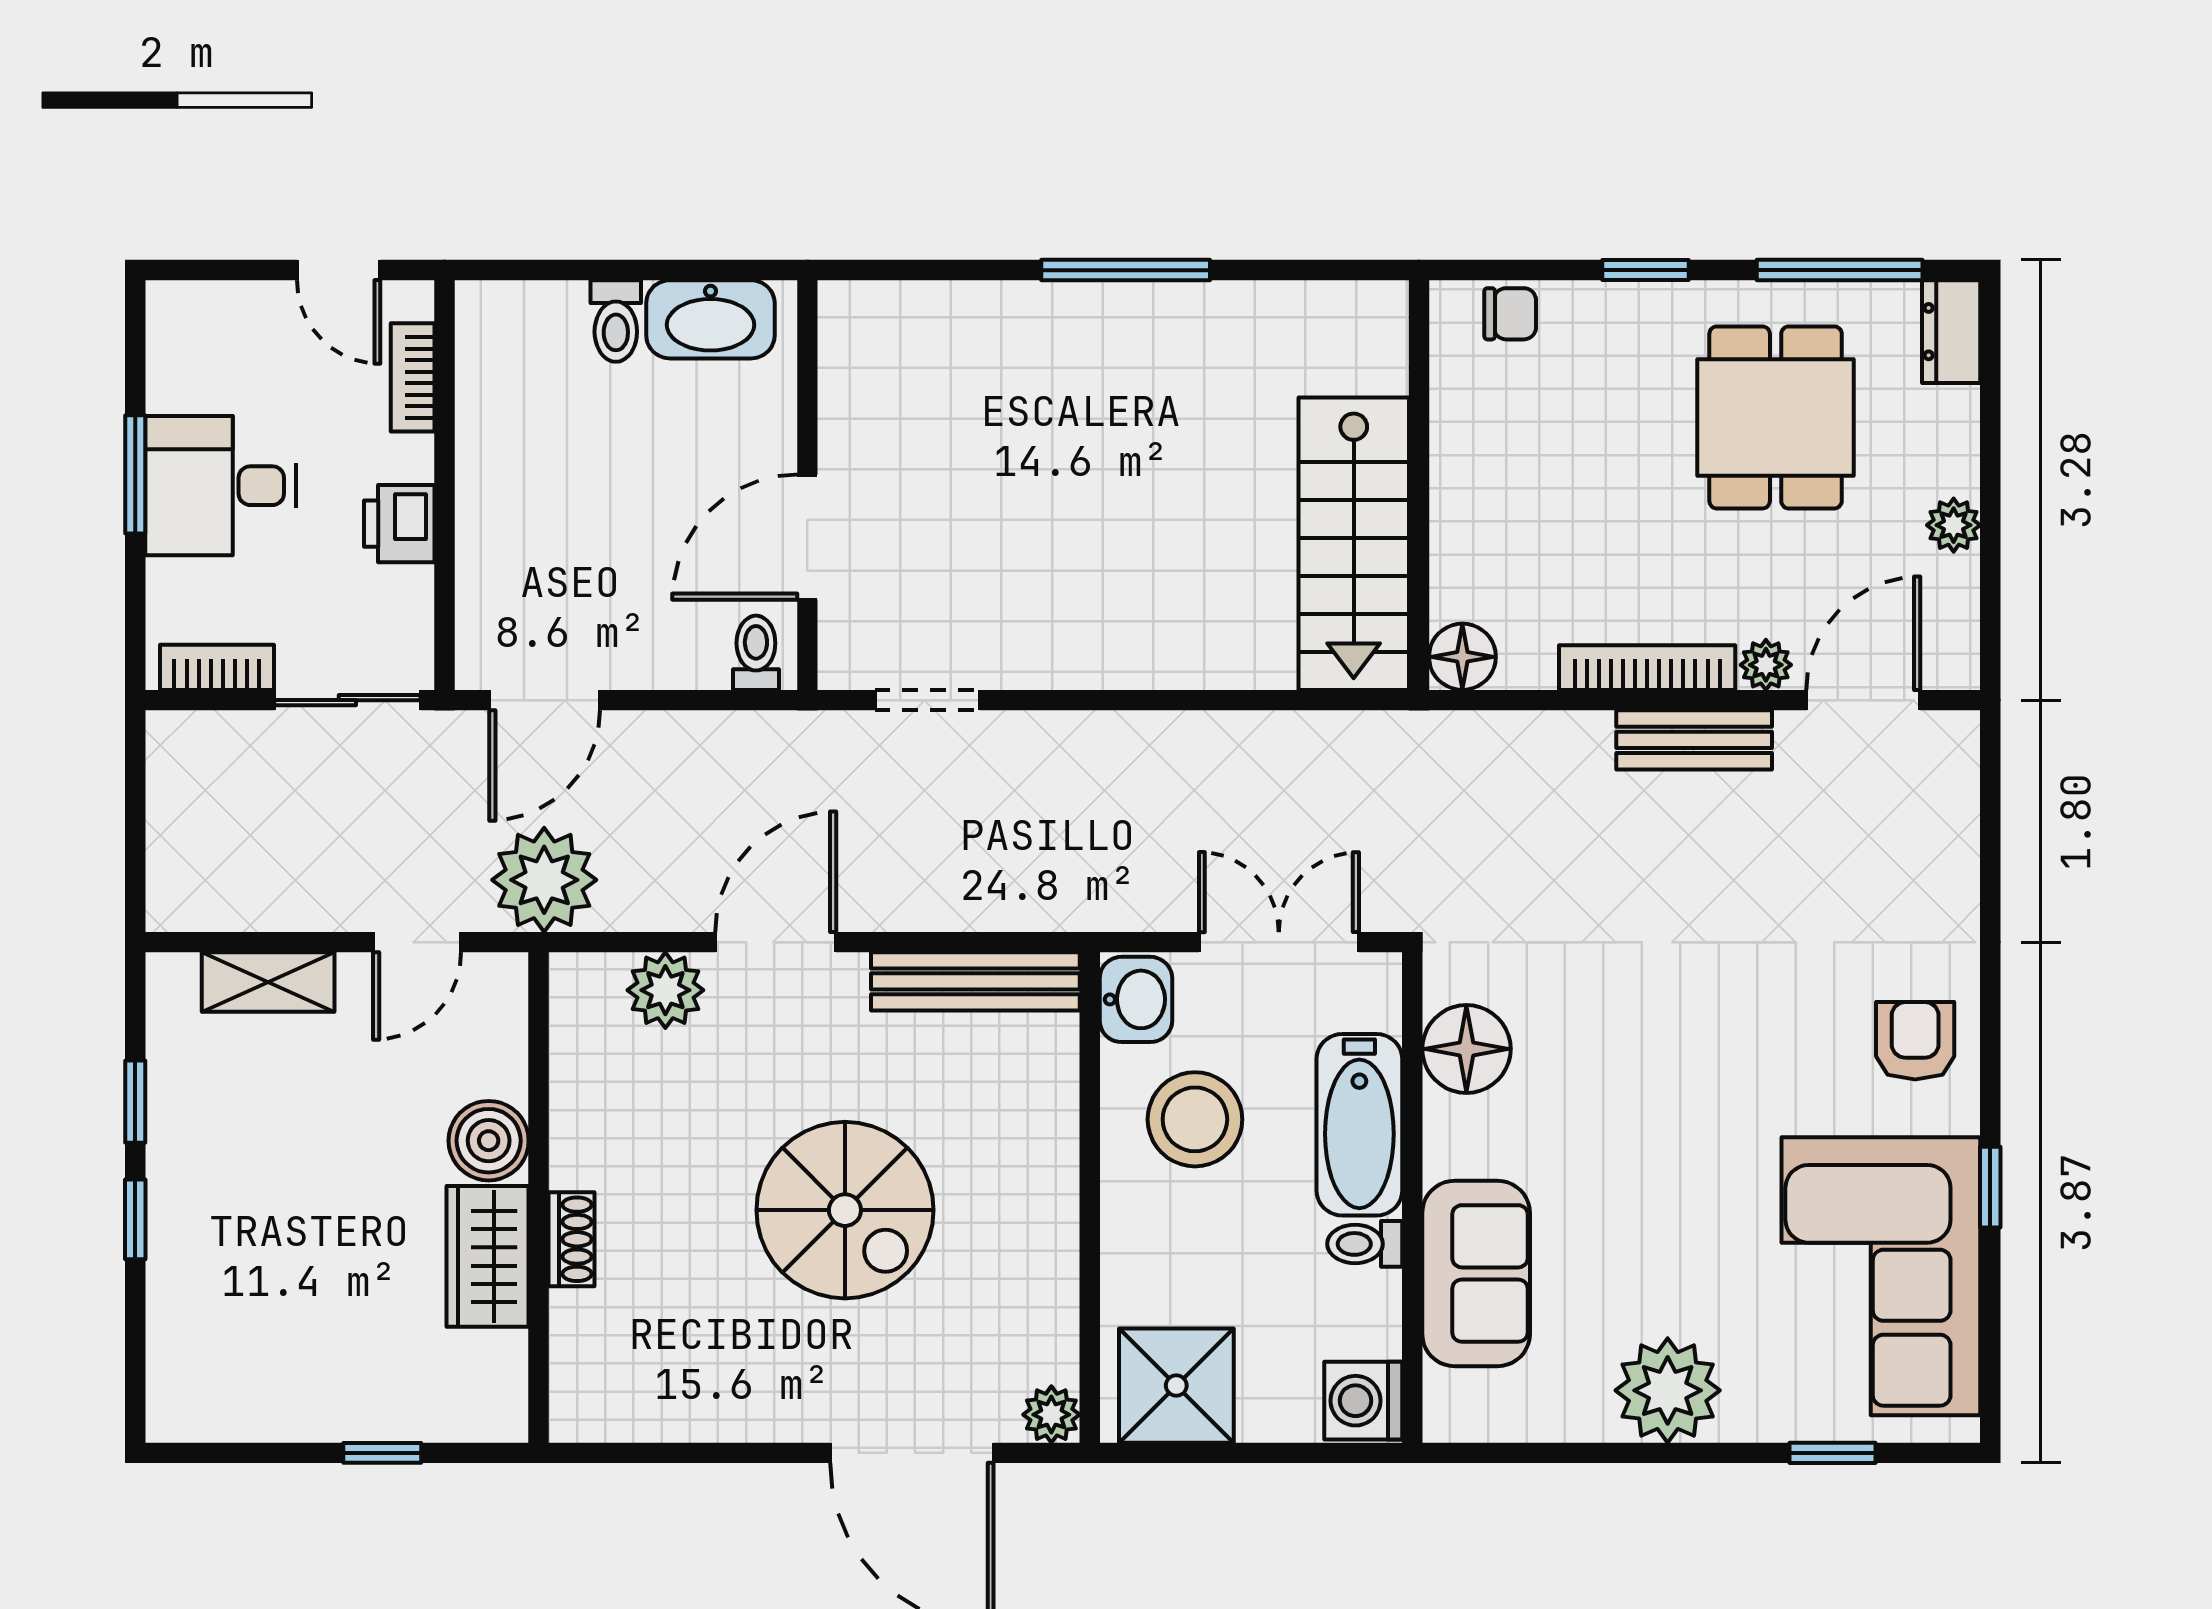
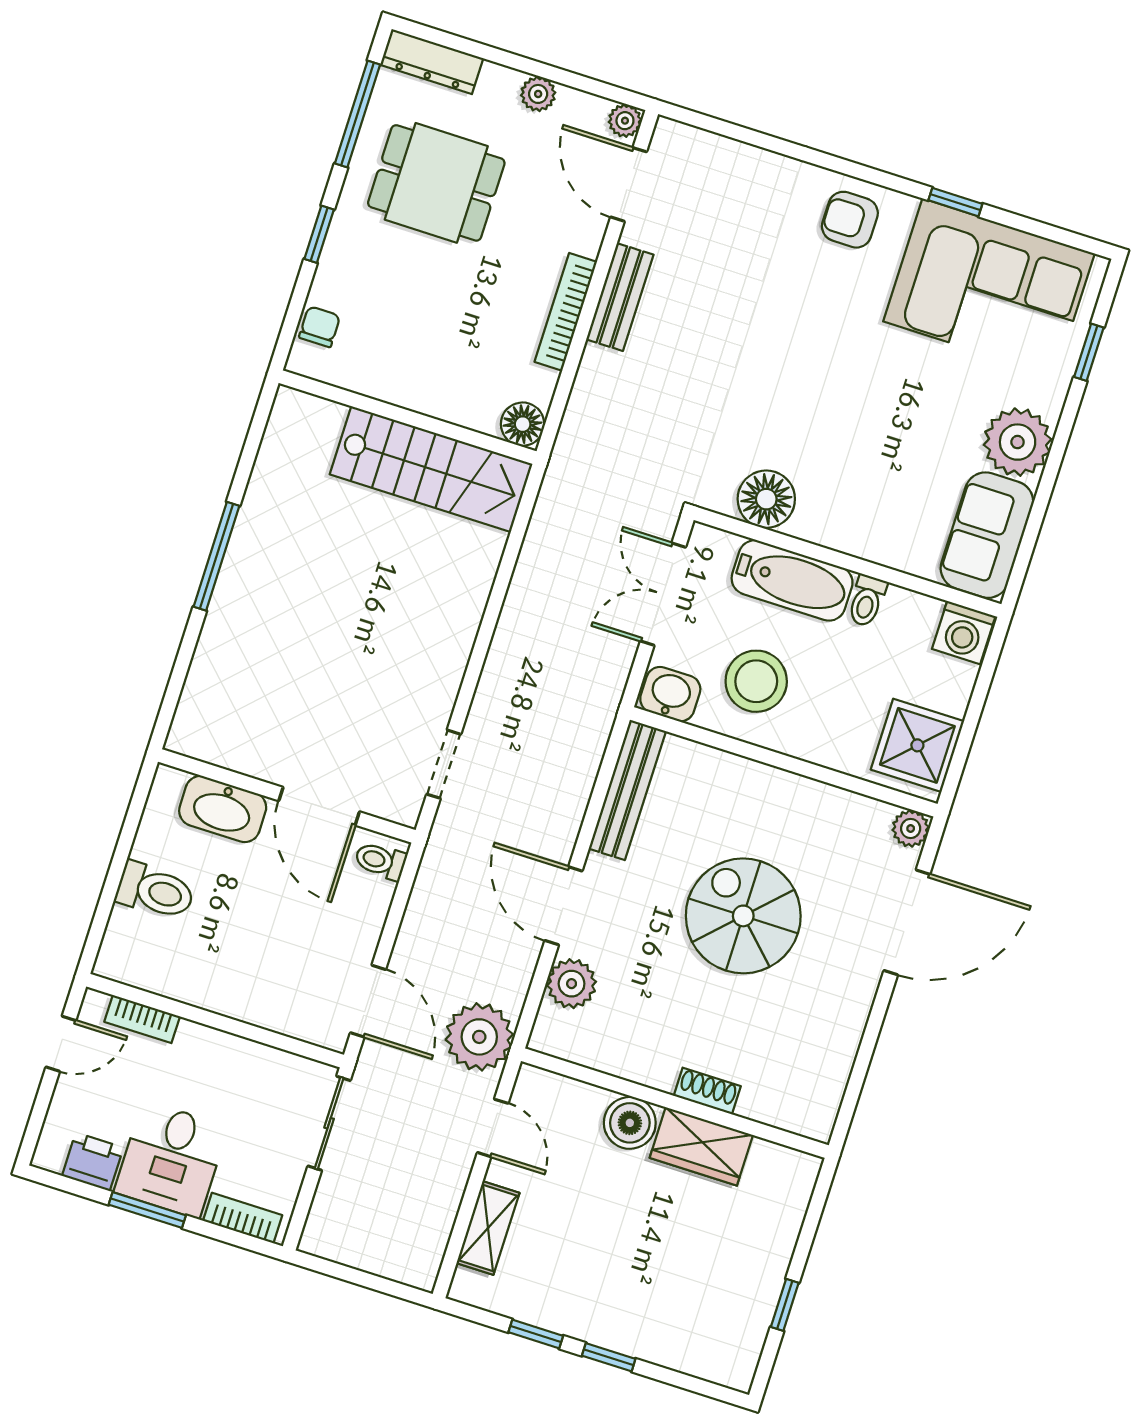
washbasin: (710, 319) -> (223, 809), moved, turned 90
toilet: (616, 321) -> (155, 891), width x1.37, depth x1.39
dresser: (1951, 332) -> (432, 62), width x1.44
printer: (399, 524) -> (93, 1162), moved, turned 180
plant: (1766, 665) -> (625, 121), moved
bookcase: (217, 667) -> (243, 1218), moved, turned 90
spiral stairs: (845, 1210) -> (743, 916), turned -90
sofa: (1476, 1273) -> (987, 535), moved, turned -90
window: (382, 1453) -> (785, 1305), moved

